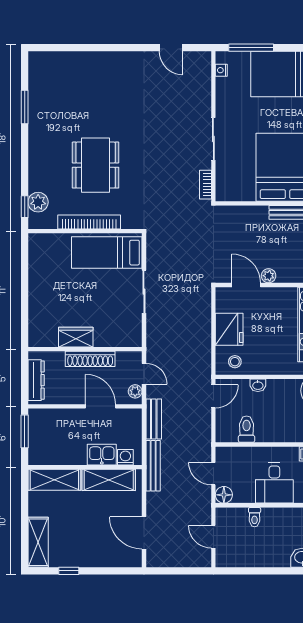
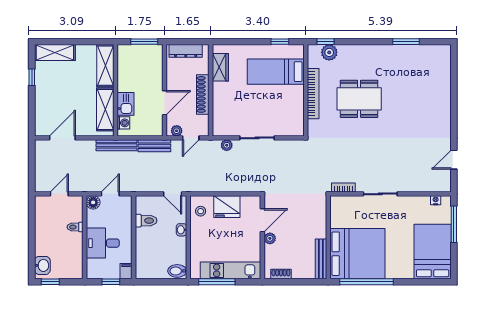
bed: (107, 253) -> (276, 72), moved, turned -90
window: (25, 263) -> (280, 42), added
plant: (153, 329) -> (227, 145), added
wardrobe: (76, 337) -> (220, 67), moved

